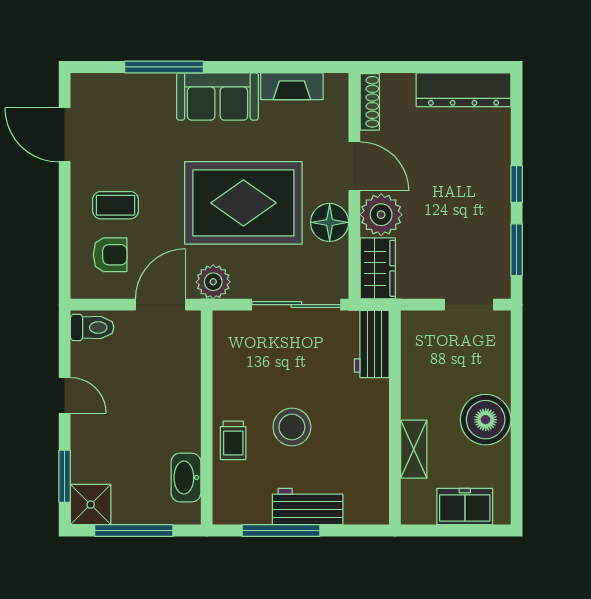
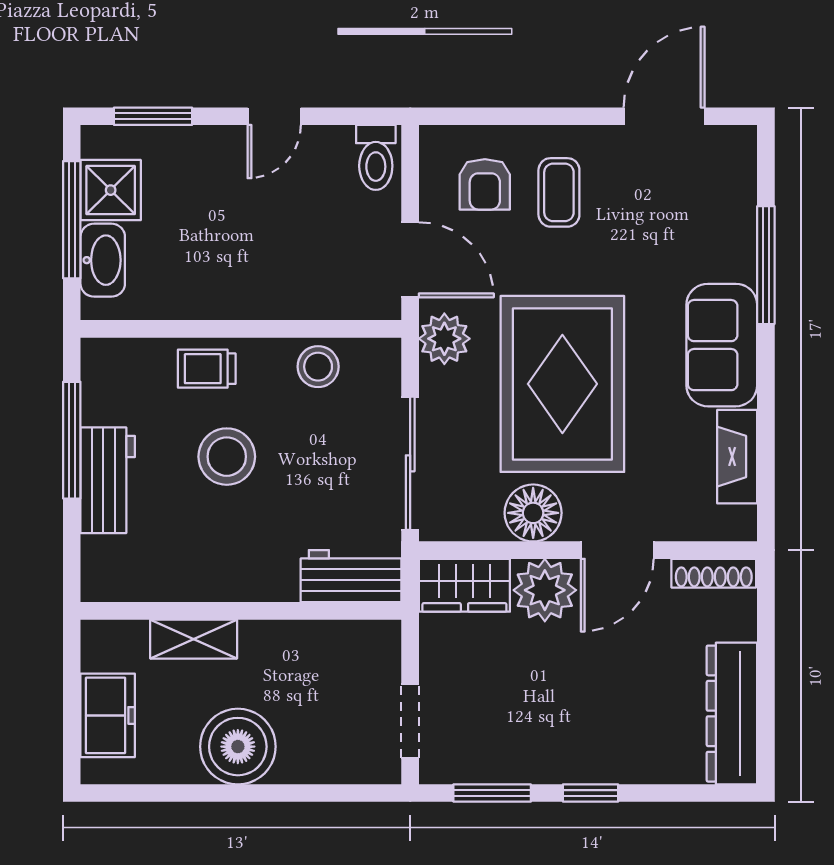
stool: (232, 366) -> (318, 367), added
washbasin: (186, 478) -> (103, 260), moved, turned 90
shower: (91, 505) -> (111, 190), moved

